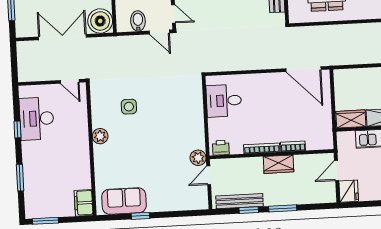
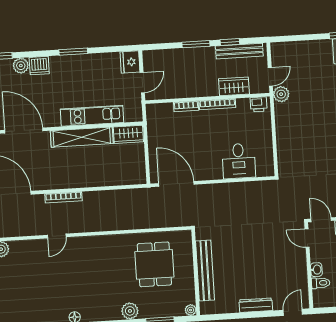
desk: (224, 101) -> (239, 161), moved, turned 90
wardrobe: (279, 164) -> (234, 86), moved

